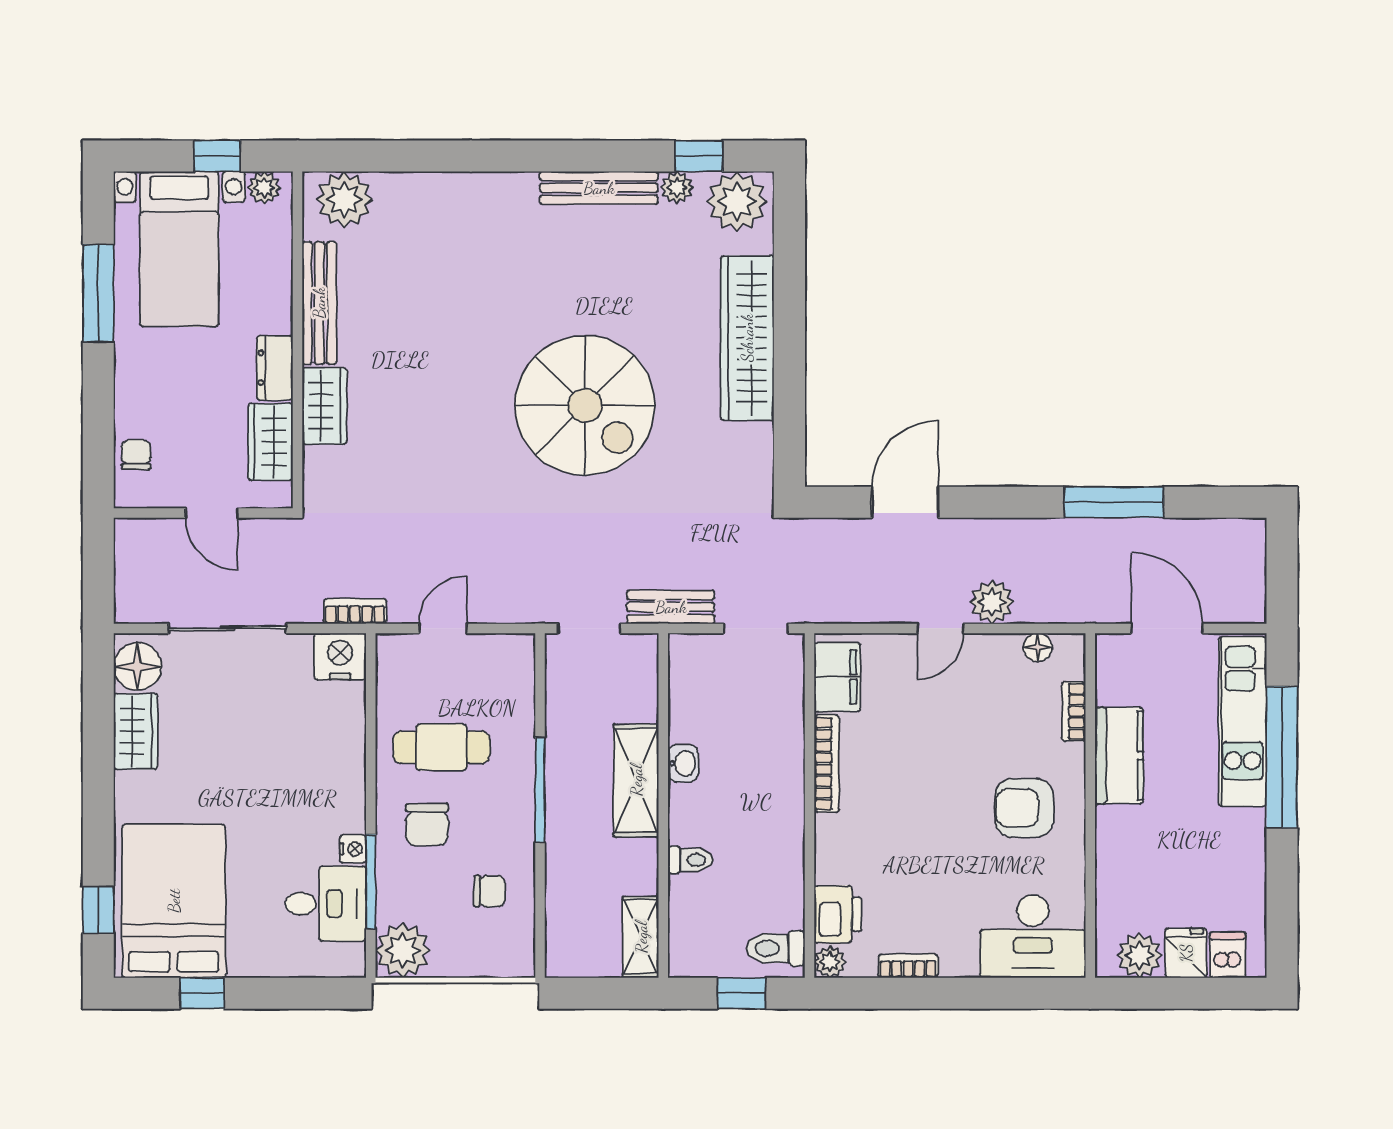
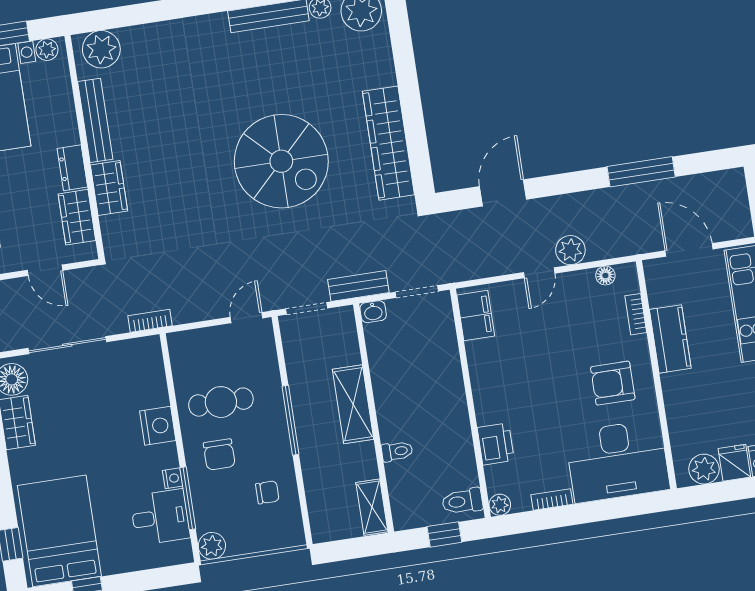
wardrobe: (747, 338) -> (388, 143), moved
door: (443, 628) -> (247, 318), moved
nightstand: (340, 656) -> (158, 426), moved, turned 90
washbasin: (683, 763) -> (373, 312), moved, turned 90
bookcase: (826, 764) -> (477, 374), removed
printer: (838, 914) -> (496, 444), moved
desk: (1033, 936) -> (617, 461), width x1.36, depth x1.30
plant: (403, 950) -> (212, 546), width x0.73, depth x0.73

